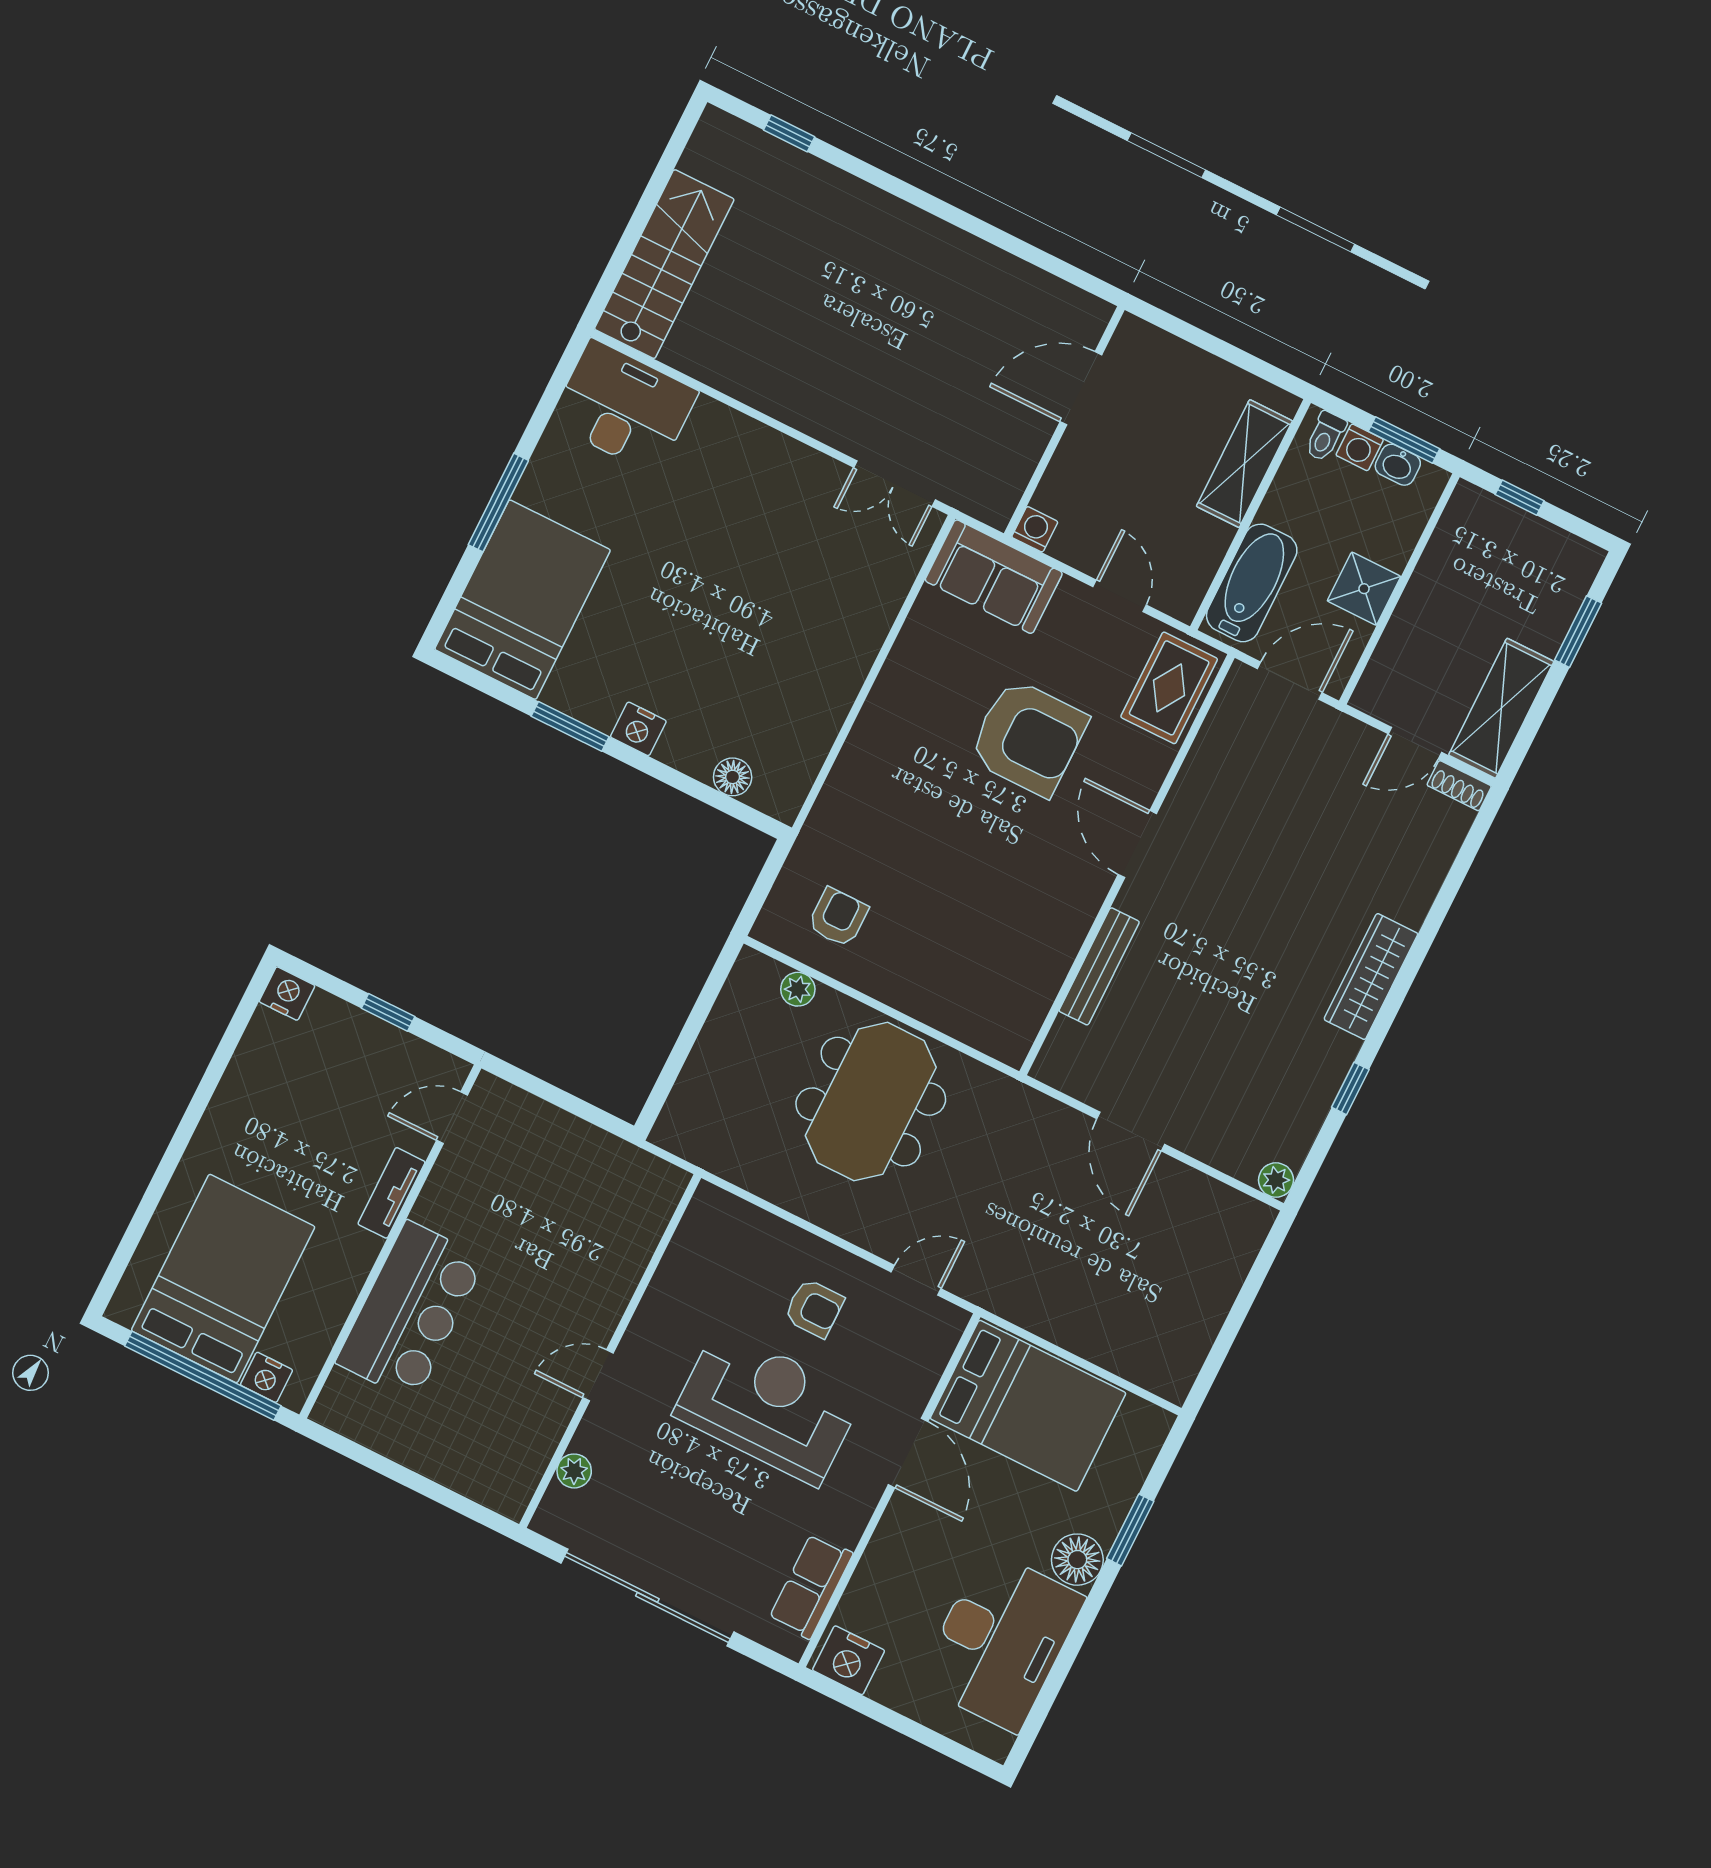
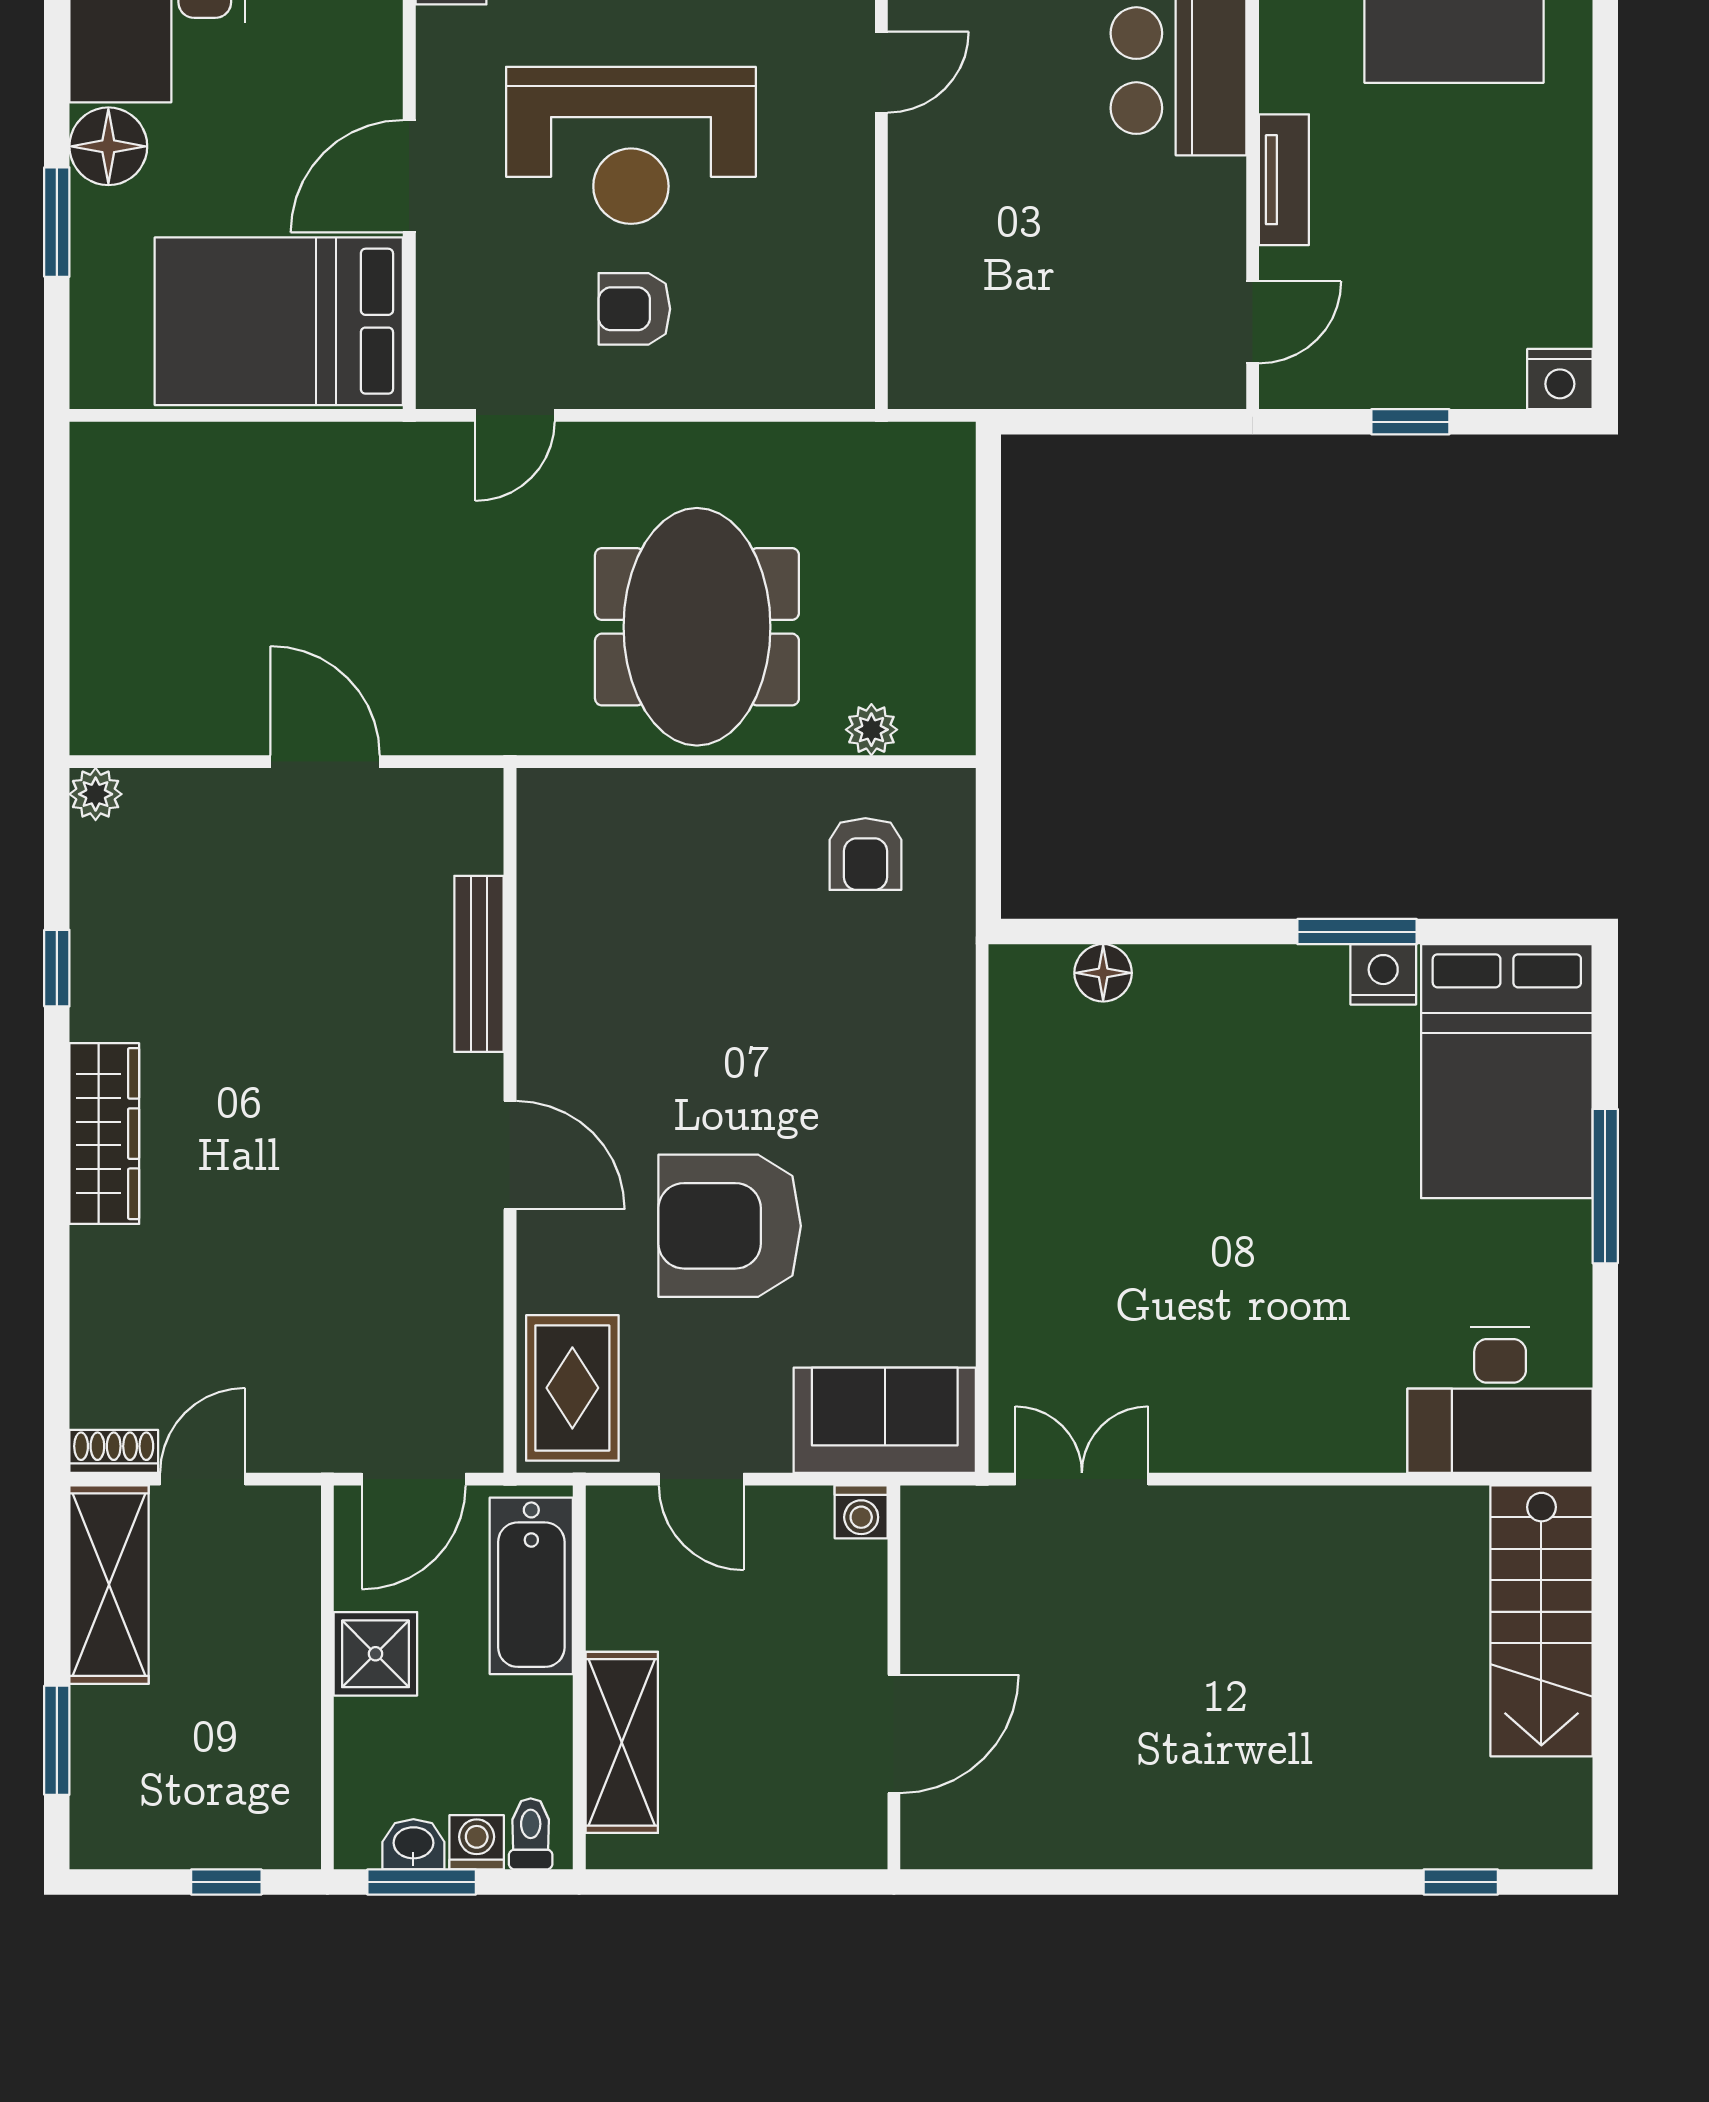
nightstand: (638, 729) -> (1383, 974), moved
door: (908, 1453) -> (409, 176), hinge flipped

